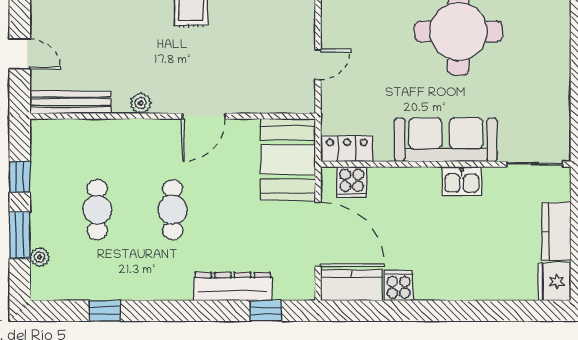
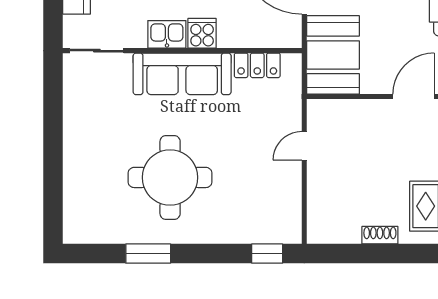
locker: (347, 149) -> (257, 65), moved
cooker: (352, 182) -> (202, 33), moved

